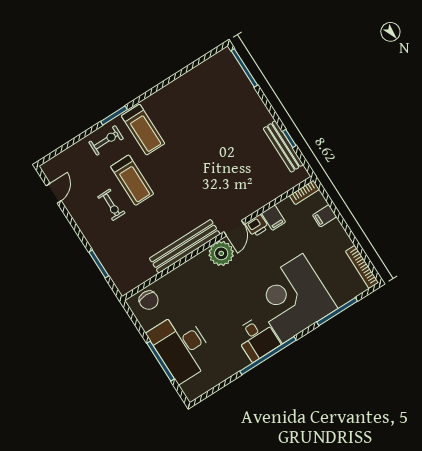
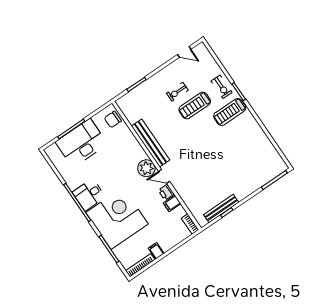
filing cabinet: (325, 216) -> (156, 251), moved

